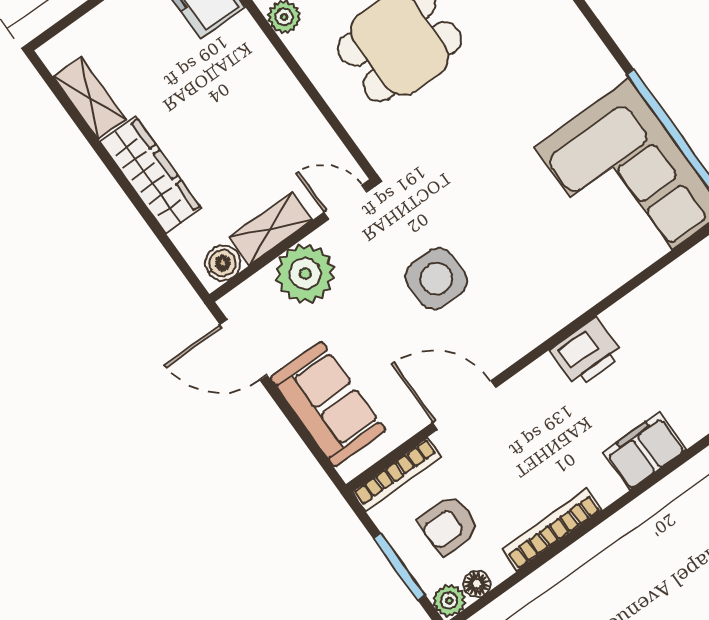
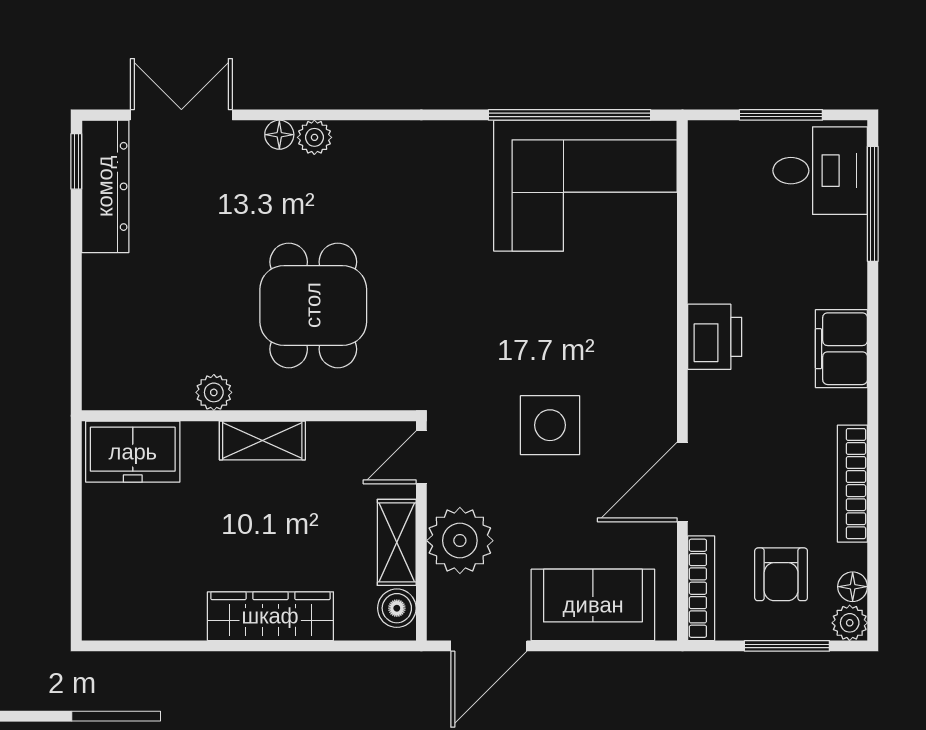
shelving: (90, 98) -> (262, 440), moved

